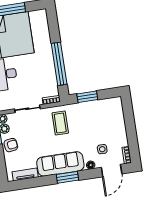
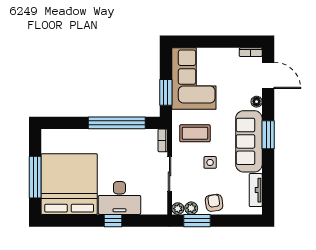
corner sofa: (101, 116) -> (194, 79), added
side table: (102, 149) -> (210, 162), moved

